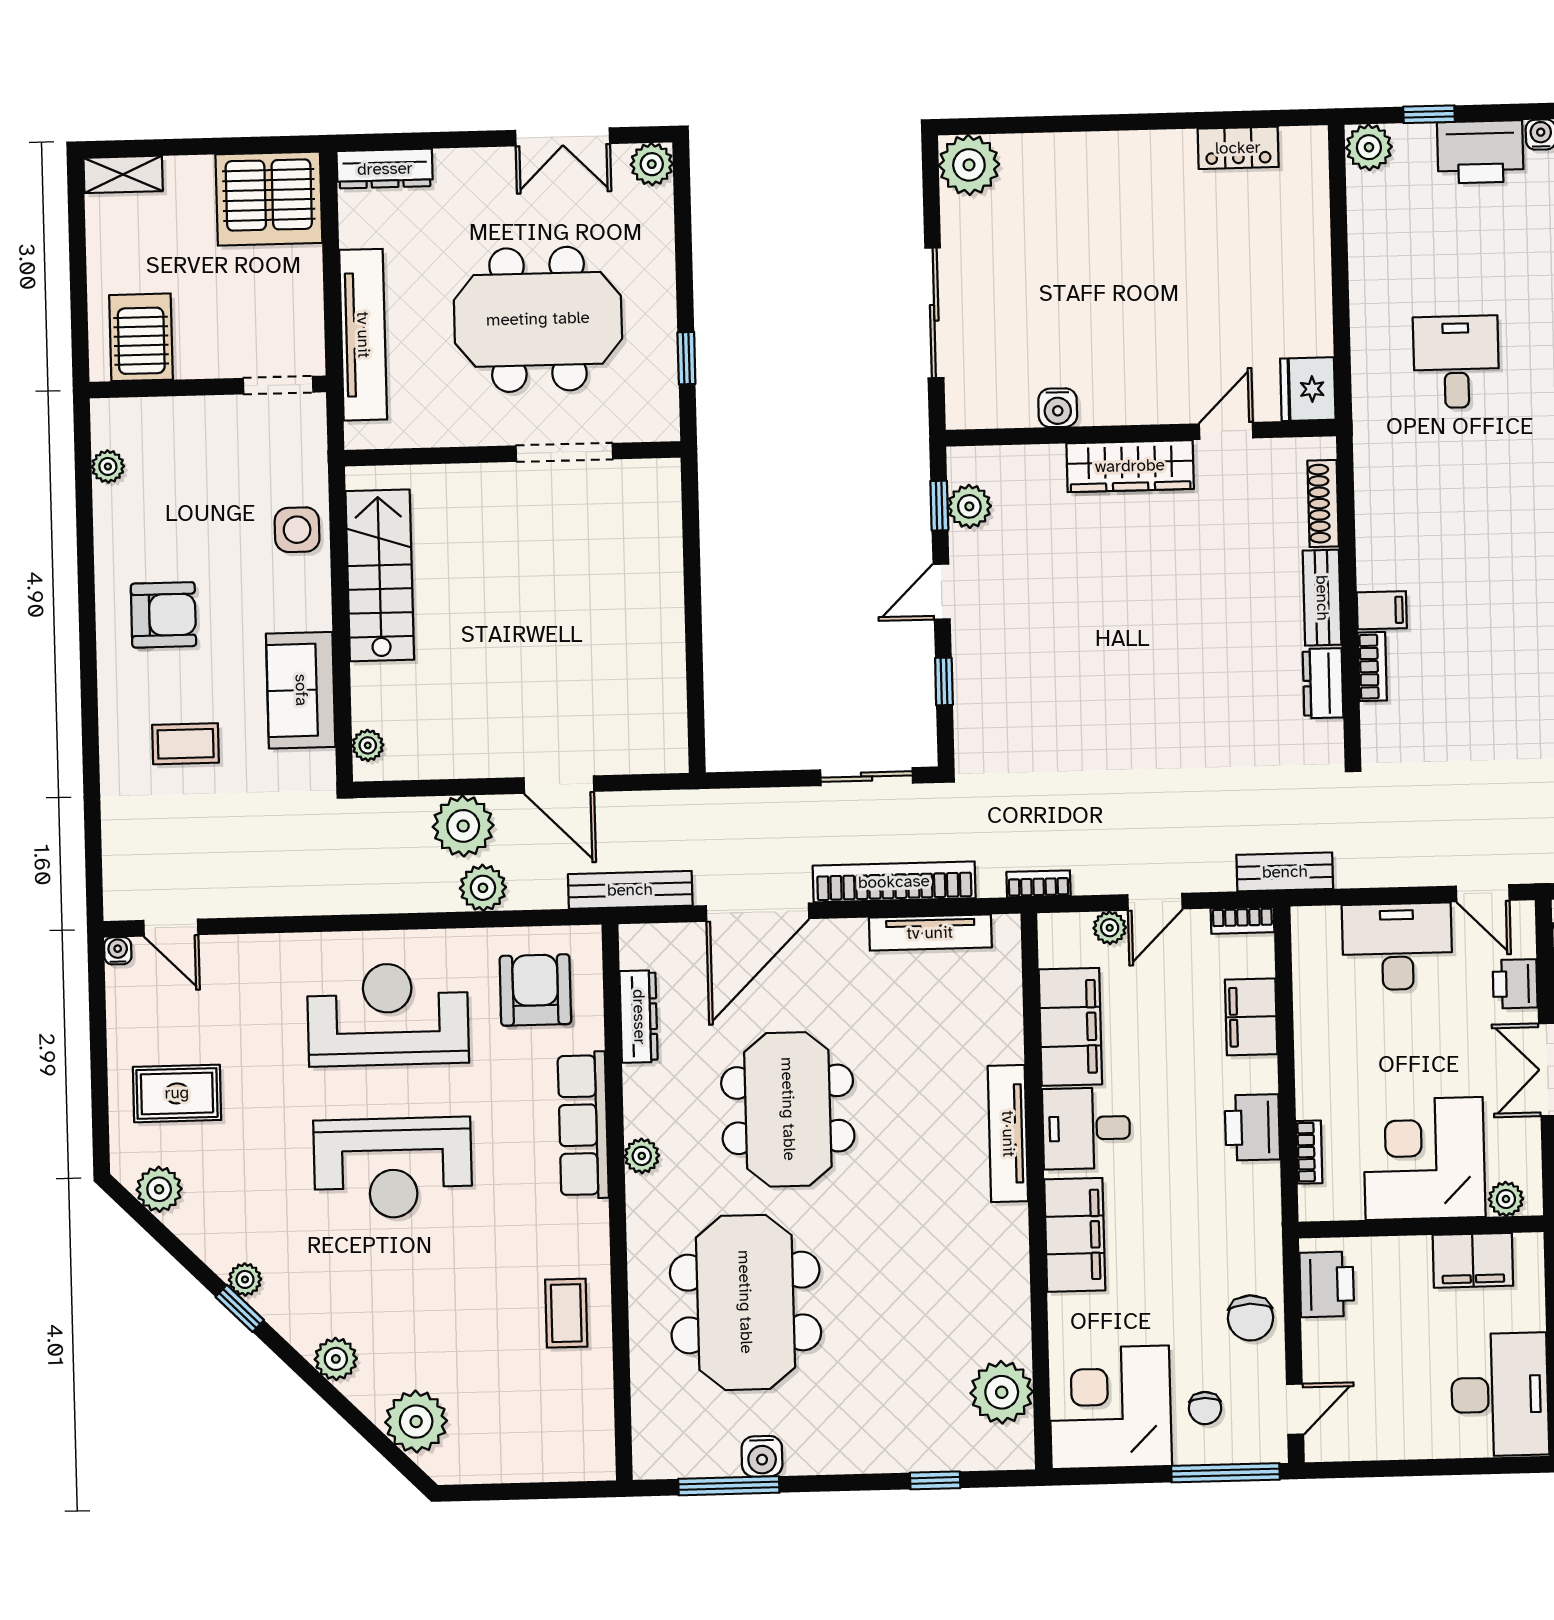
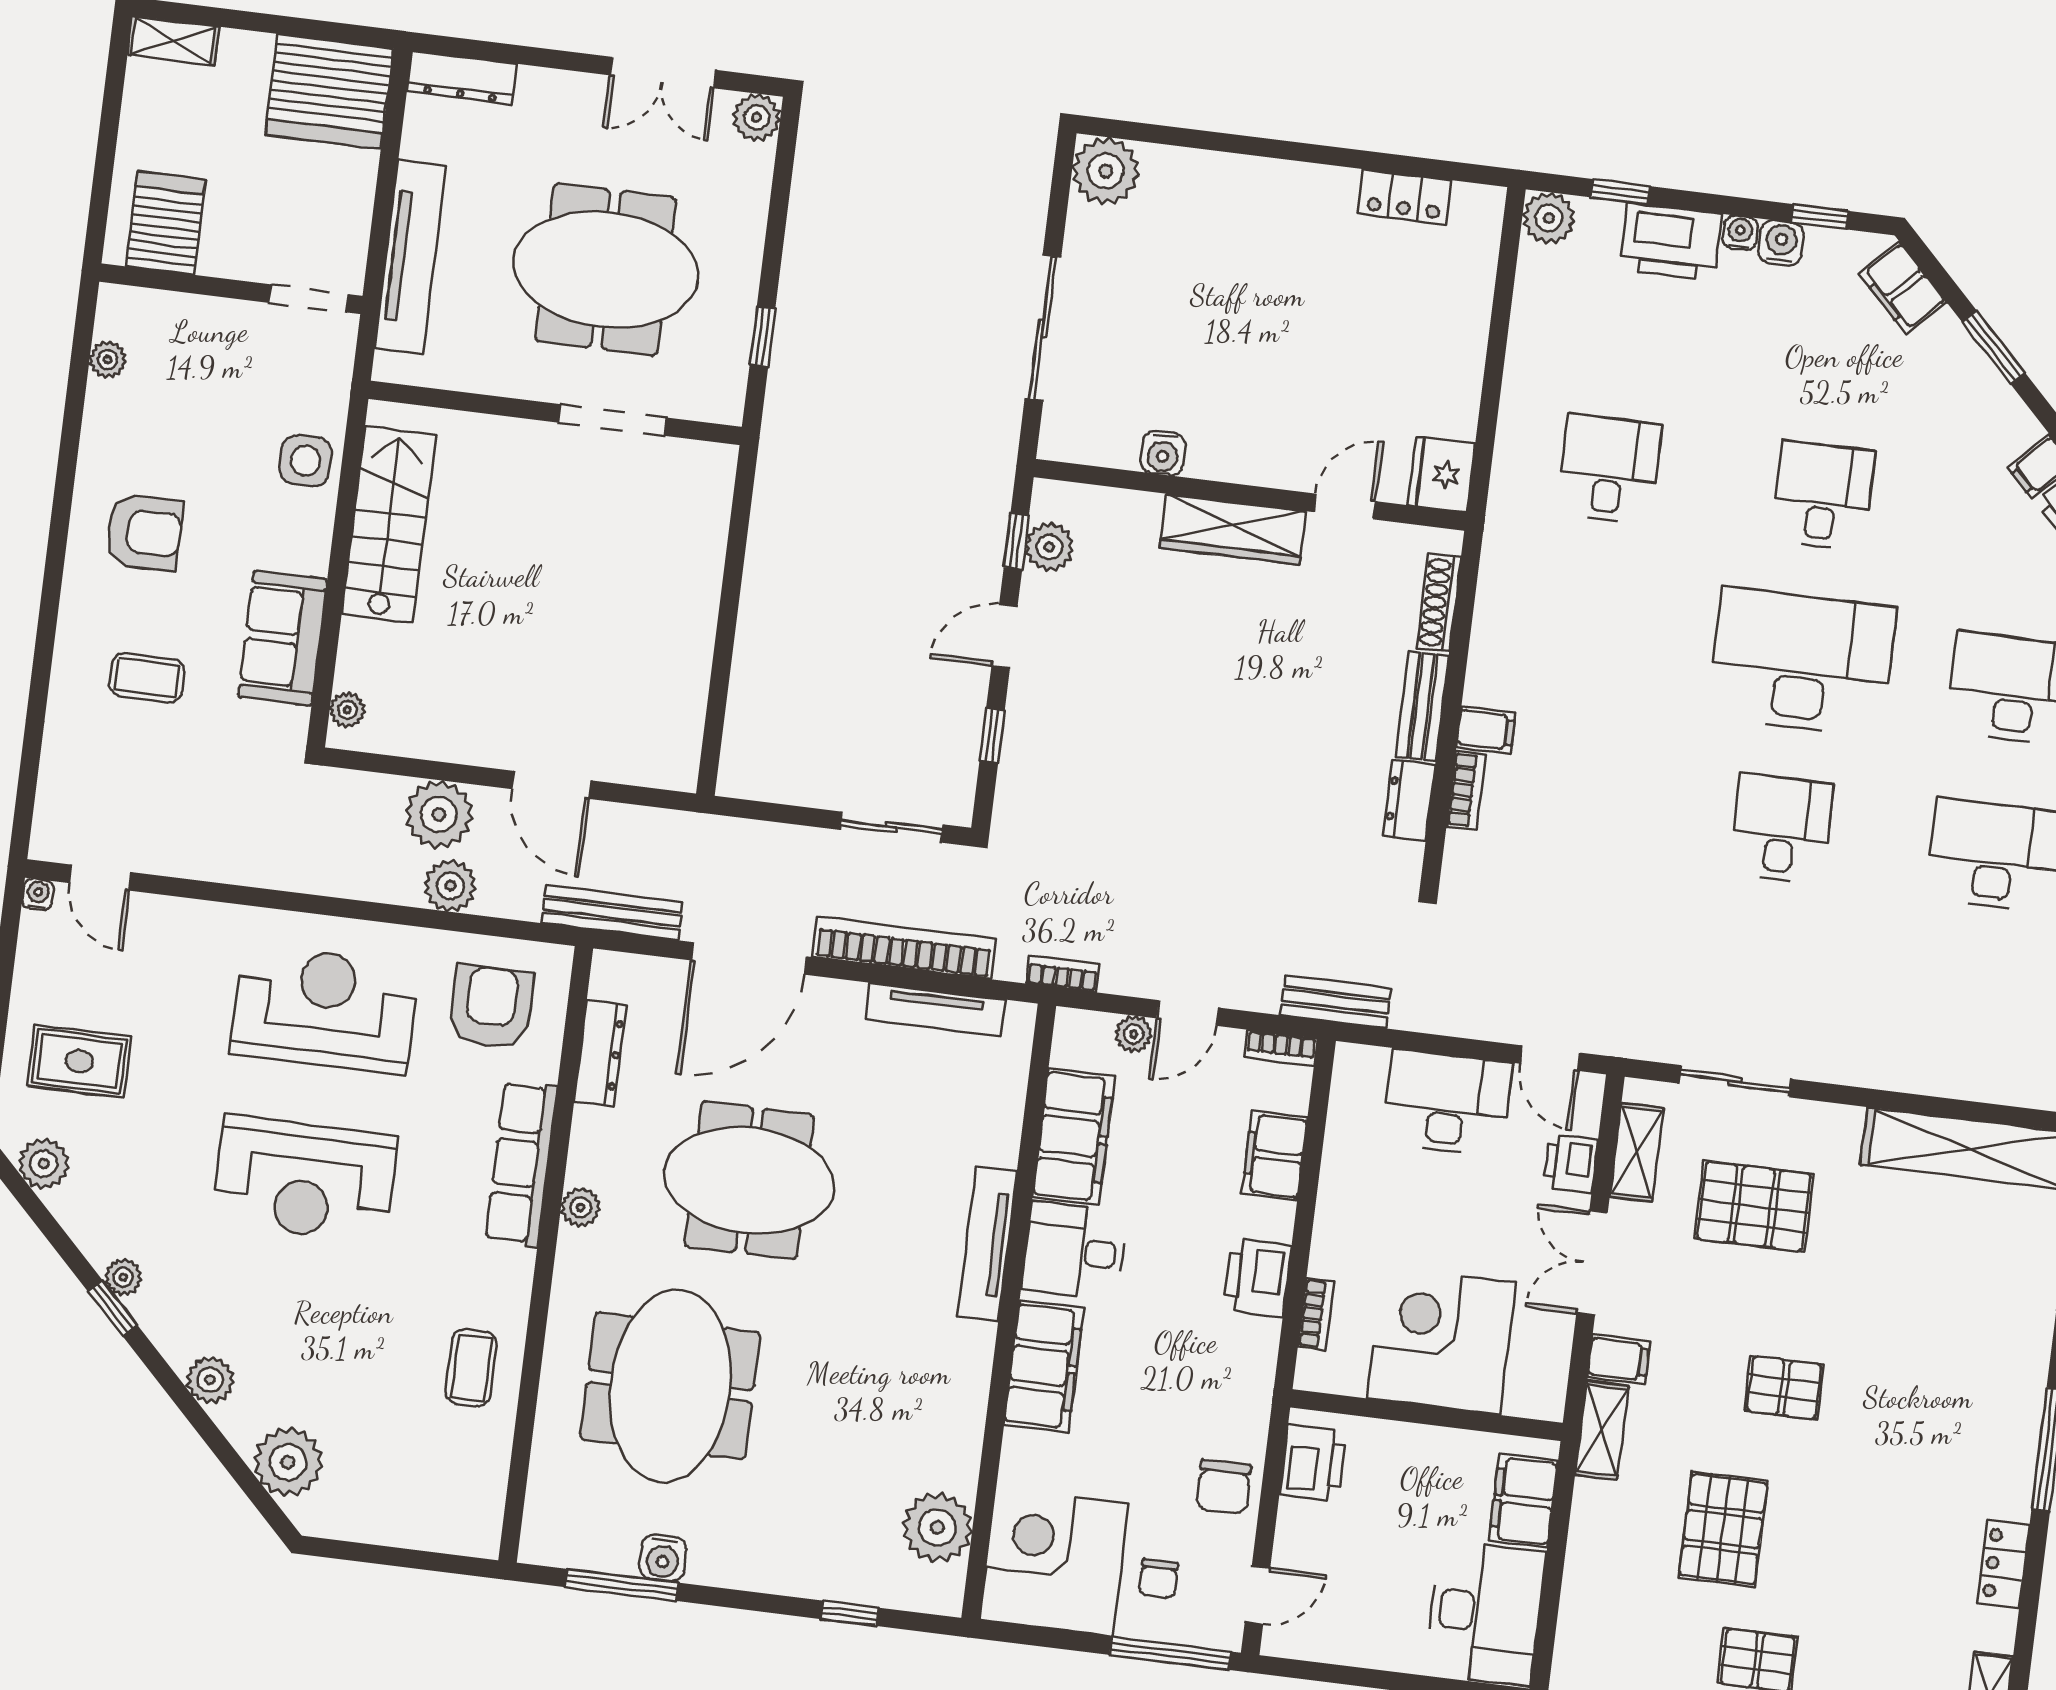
meeting table: (788, 1109) -> (749, 1180), turned 90
plant: (1506, 1199) -> (1525, 1399), removed
filing cabinet: (1473, 1260) -> (1523, 1501), moved, turned 90

